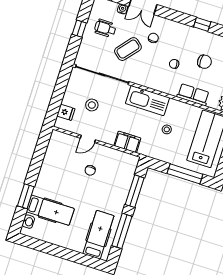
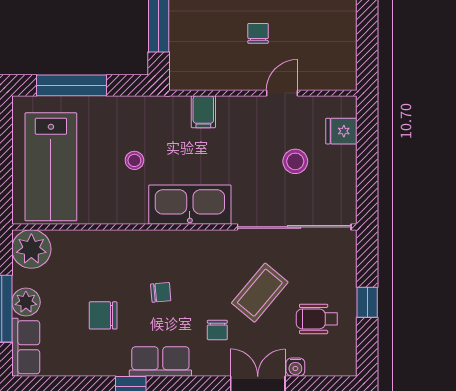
wheelchair: (105, 28) -> (317, 319), turned 180
row of seats: (193, 95) -> (160, 361), moved, turned 180
filing cabinet: (127, 142) -> (203, 112), width x0.50

